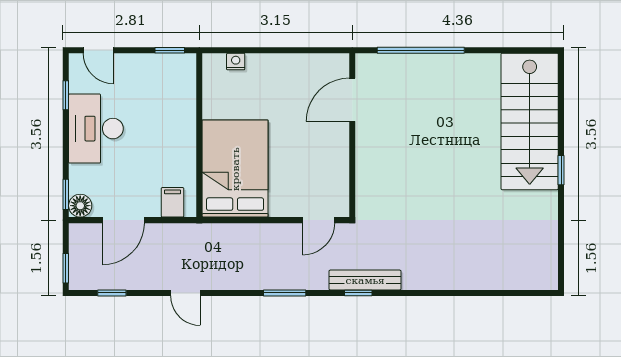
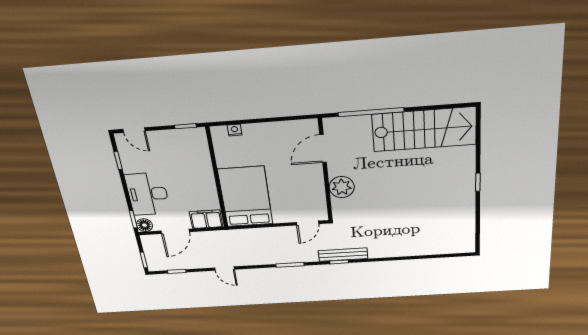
stairs: (530, 121) -> (424, 129), moved, turned -90
desk: (96, 129) -> (148, 194), moved
plant: (373, 163) -> (342, 187), added
filing cabinet: (173, 202) -> (206, 219), width x2.00

